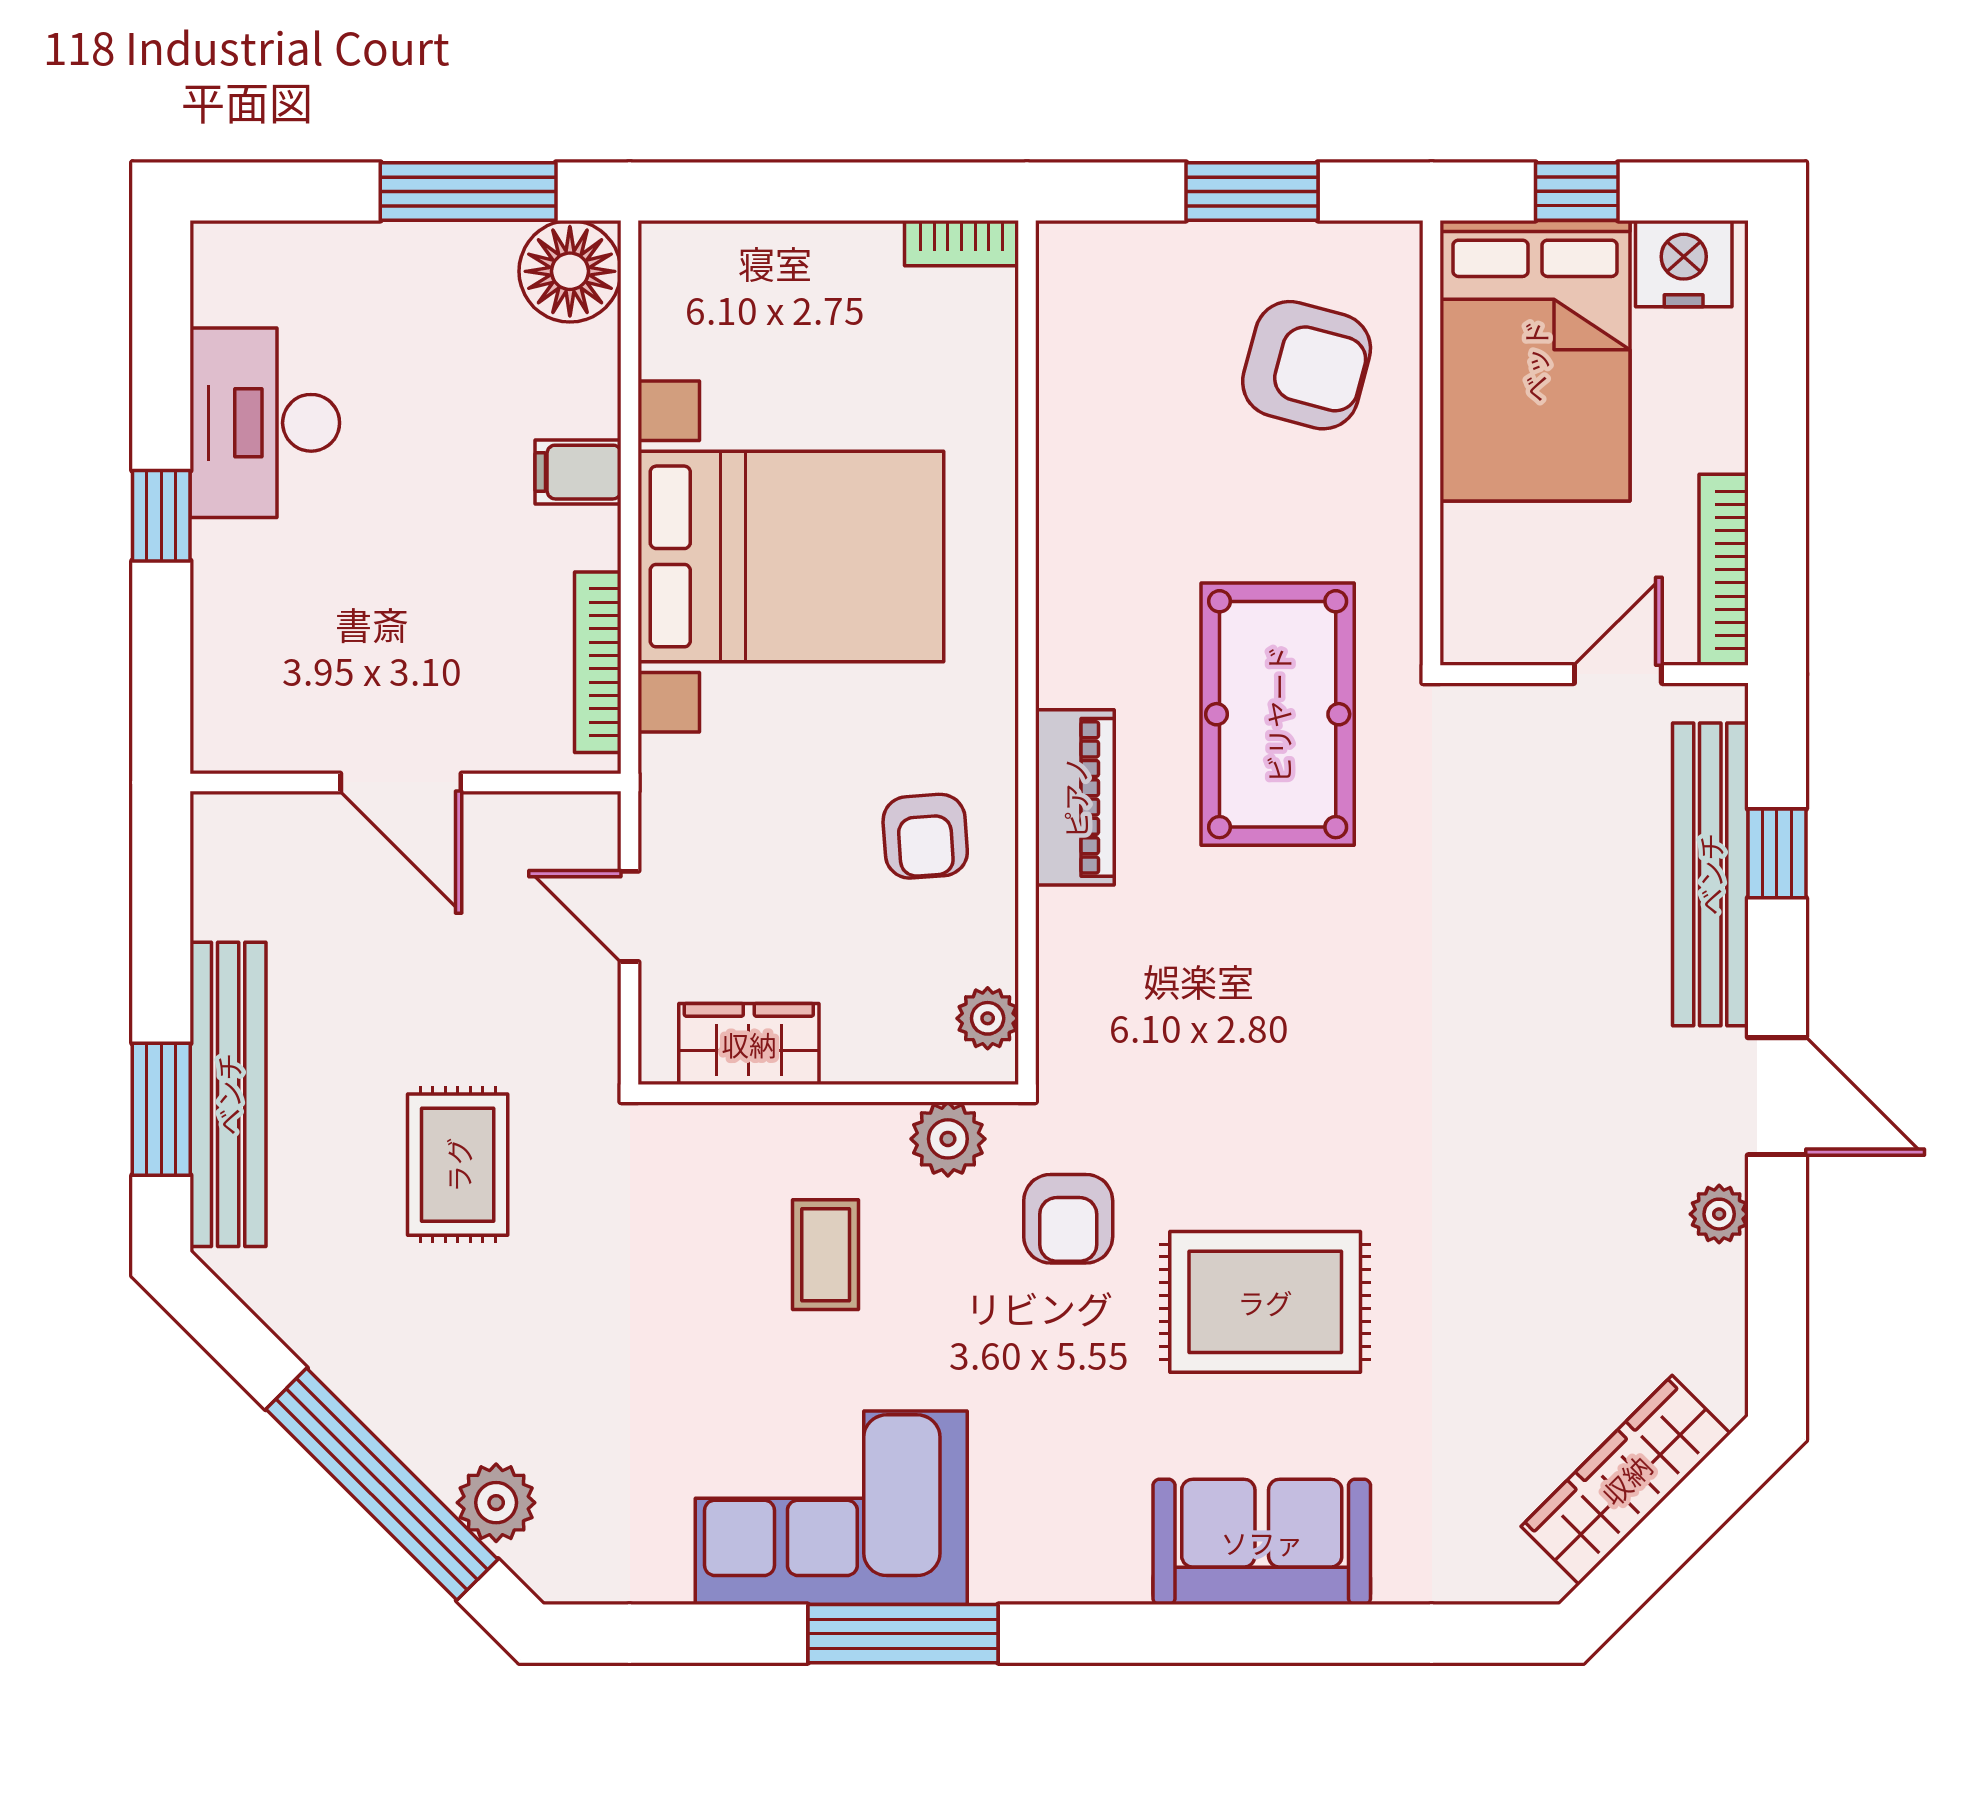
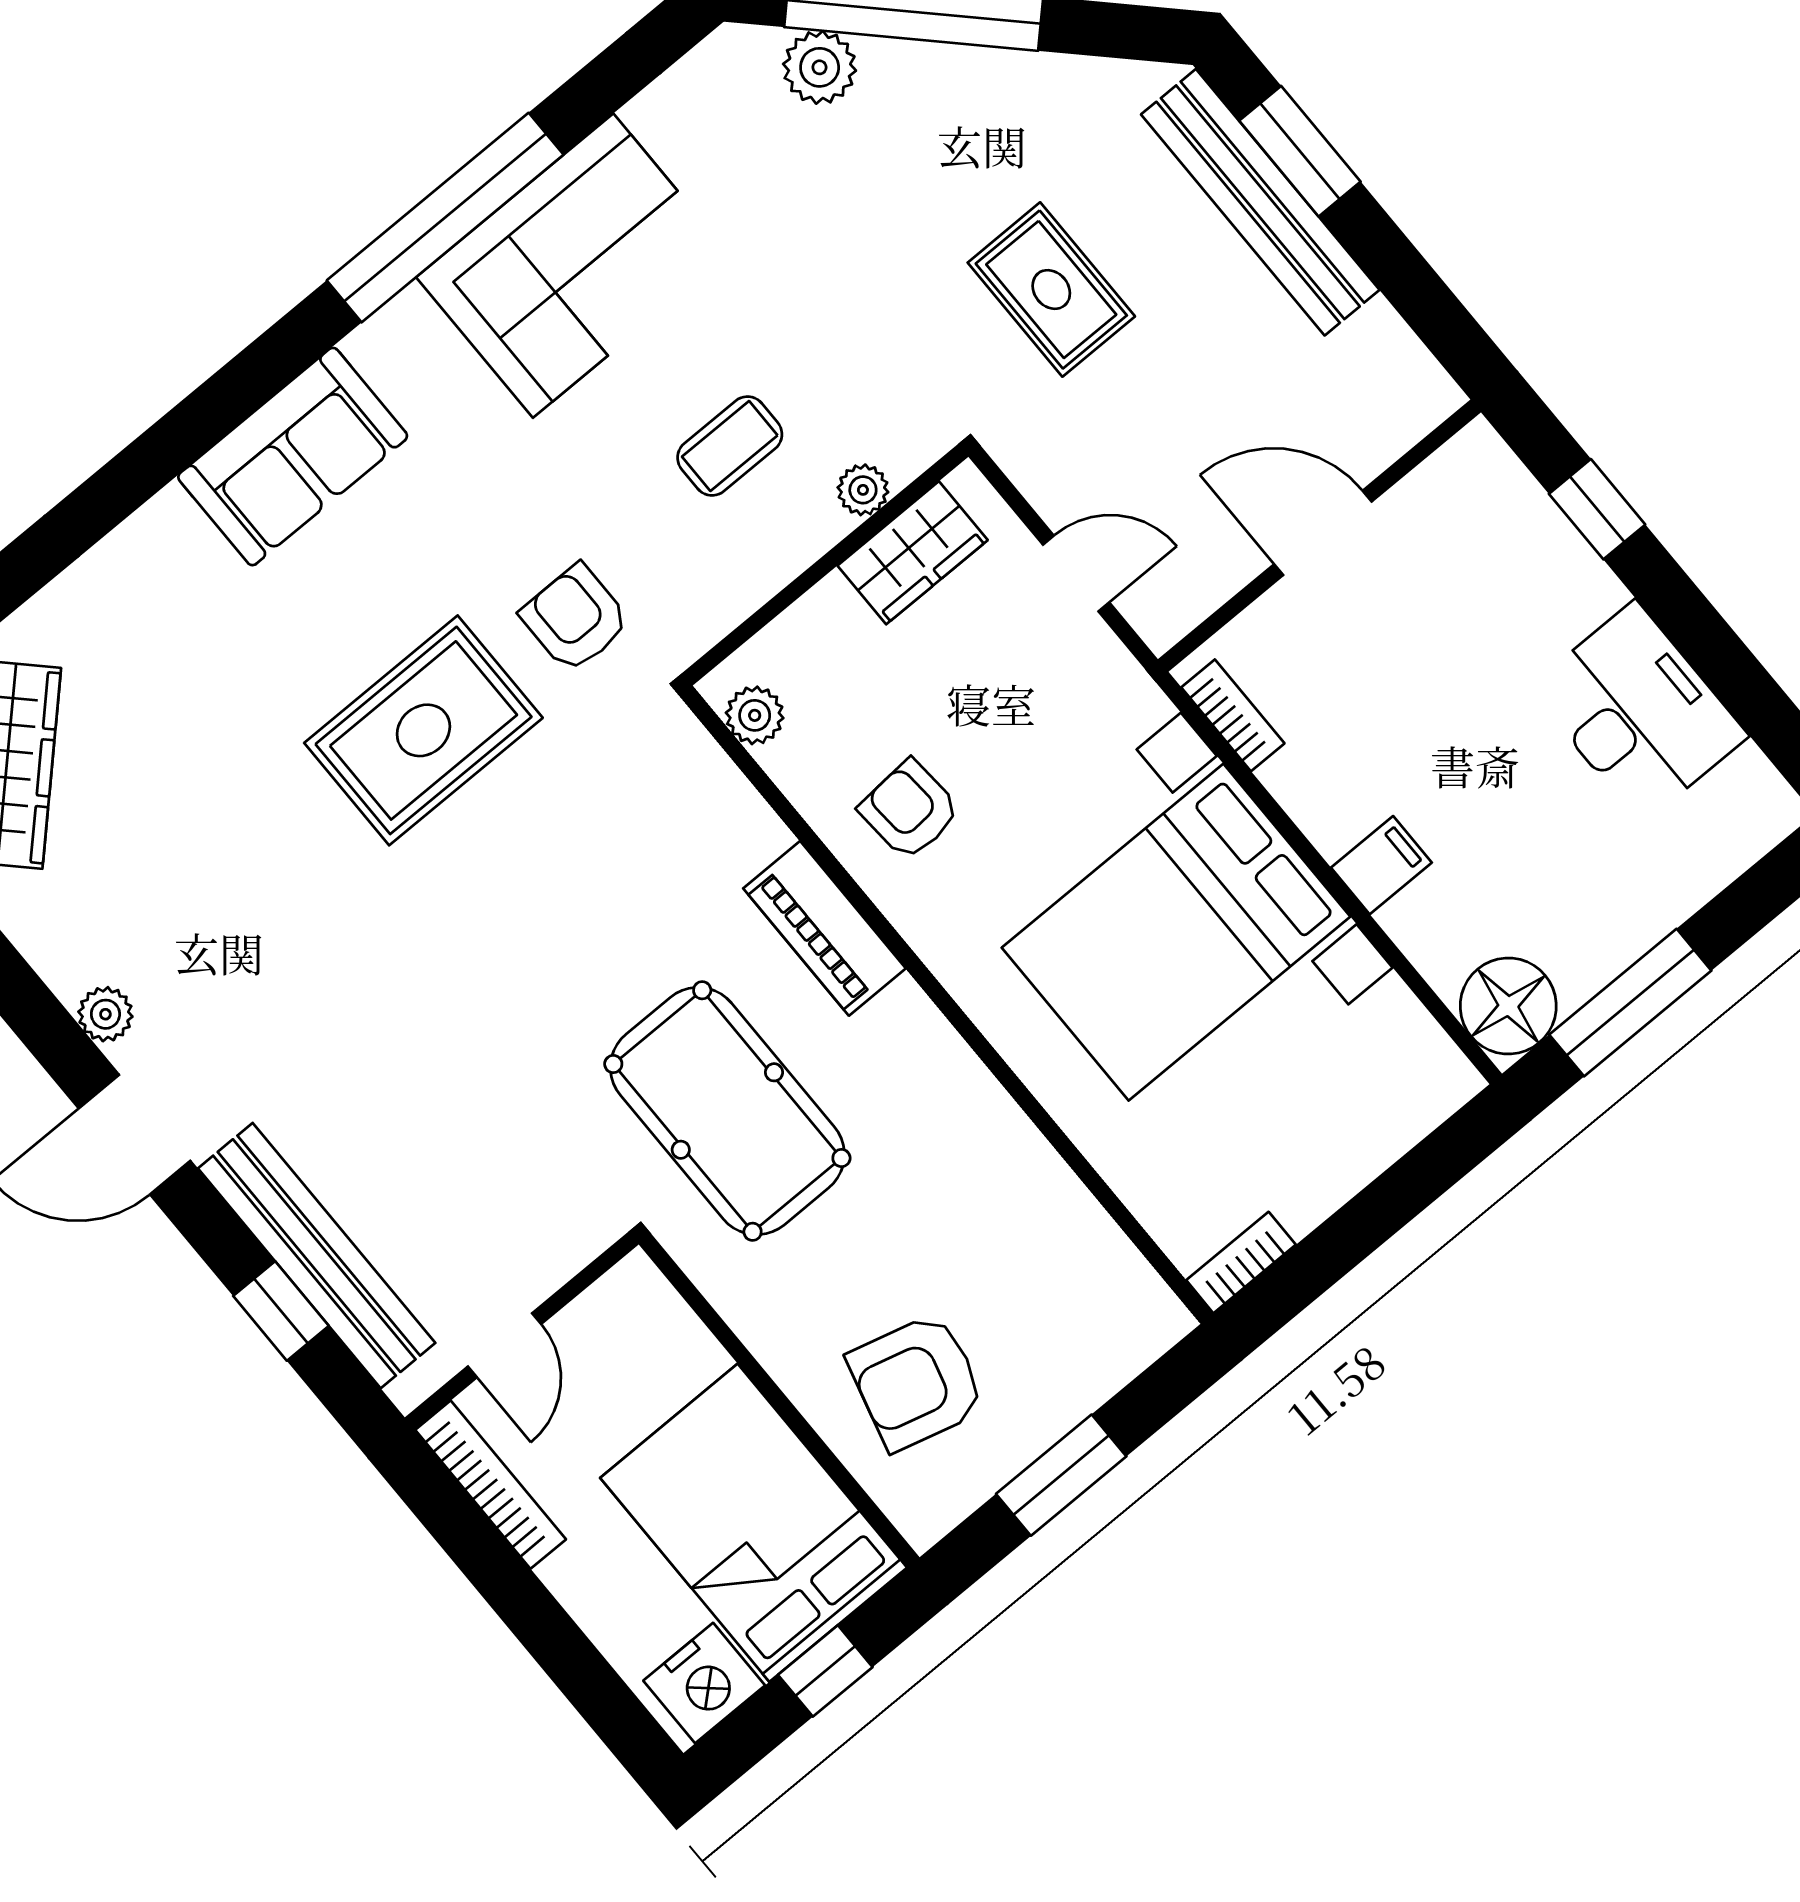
window: (161, 516) -> (1597, 509), moved
bookcase: (598, 662) -> (1233, 715), width x0.64
plant: (948, 1139) -> (863, 490), moved, width x0.73, depth x0.73
coffee table: (826, 1255) -> (730, 446), turned 90
rug: (1265, 1302) -> (423, 730), moved
sofa: (1262, 1542) -> (293, 457), moved
window: (903, 1634) -> (445, 218), width x1.46

